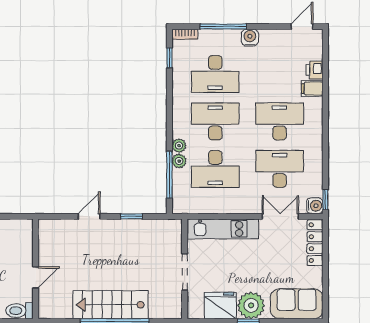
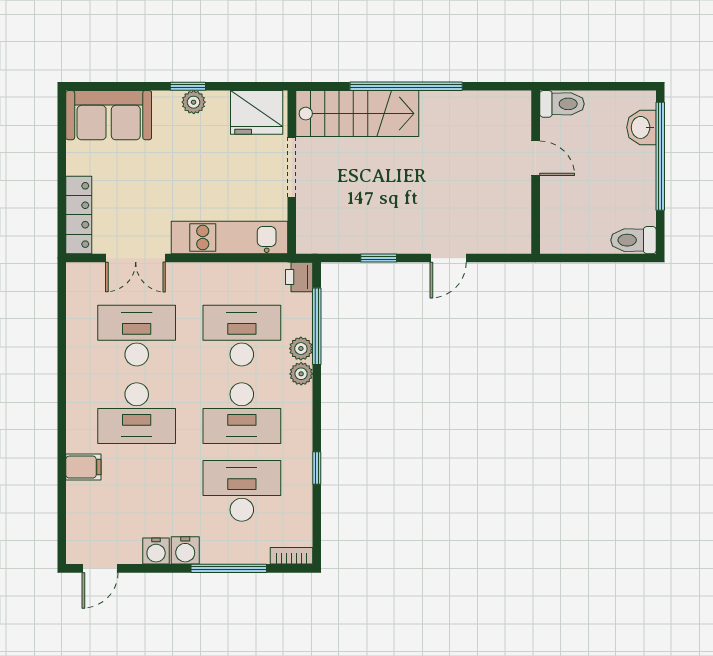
window: (169, 58) -> (317, 468), moved
printer: (315, 70) -> (299, 277), moved, turned 180
desk: (280, 169) -> (137, 336), turned 180
window: (325, 200) -> (62, 285), removed
water cooler: (315, 206) -> (156, 551), moved, turned -90
door: (36, 277) -> (536, 158), swing flipped
stairs: (111, 305) -> (357, 114), moved
fridge: (220, 305) -> (257, 112), moved
plant: (251, 305) -> (194, 102), width x0.53, depth x0.53

